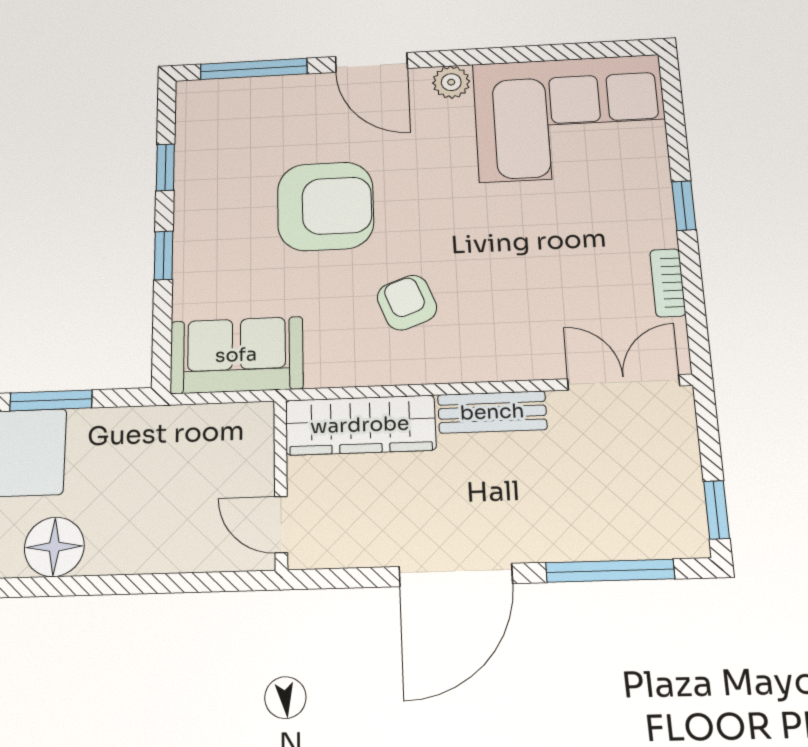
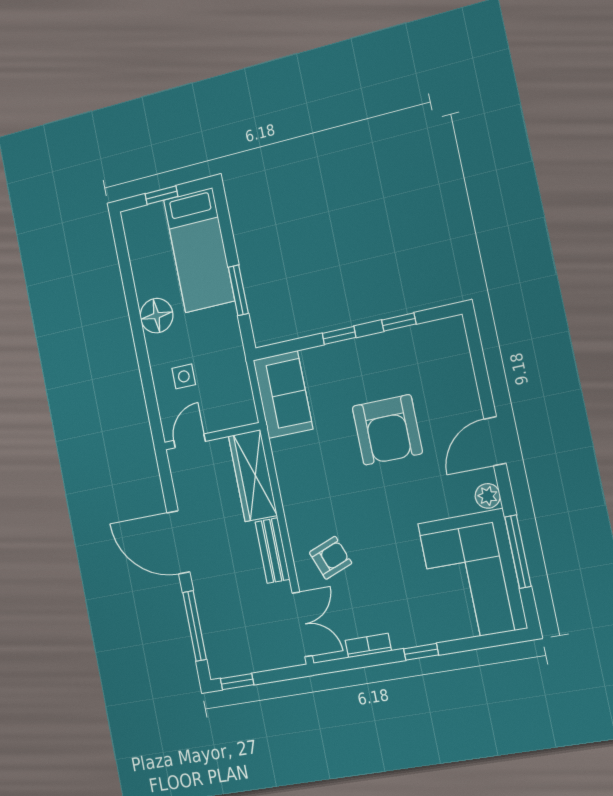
window: (254, 69) -> (518, 552), moved
armchair: (407, 303) -> (331, 558), moved
side table: (169, 516) -> (184, 376), added

